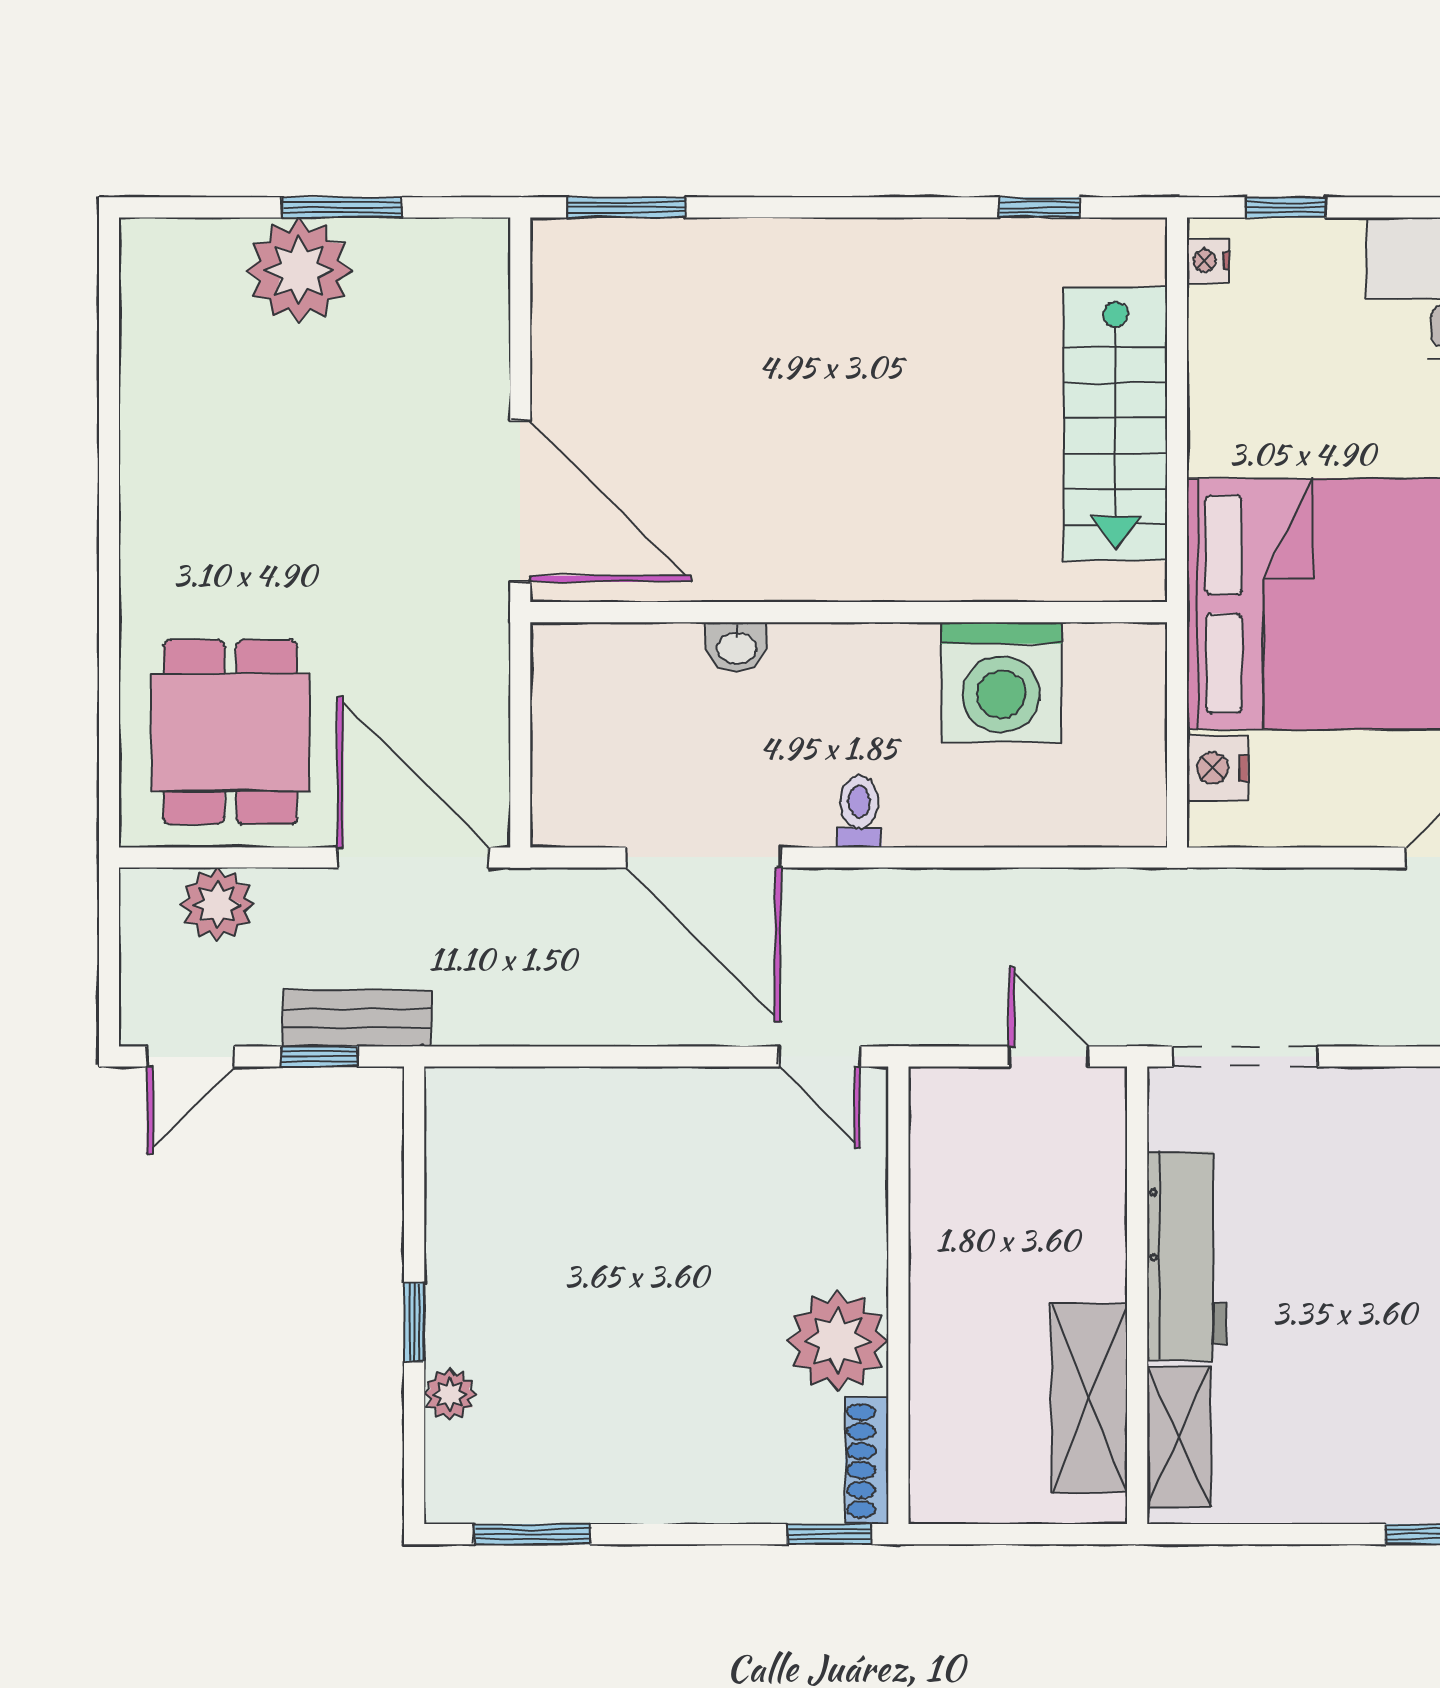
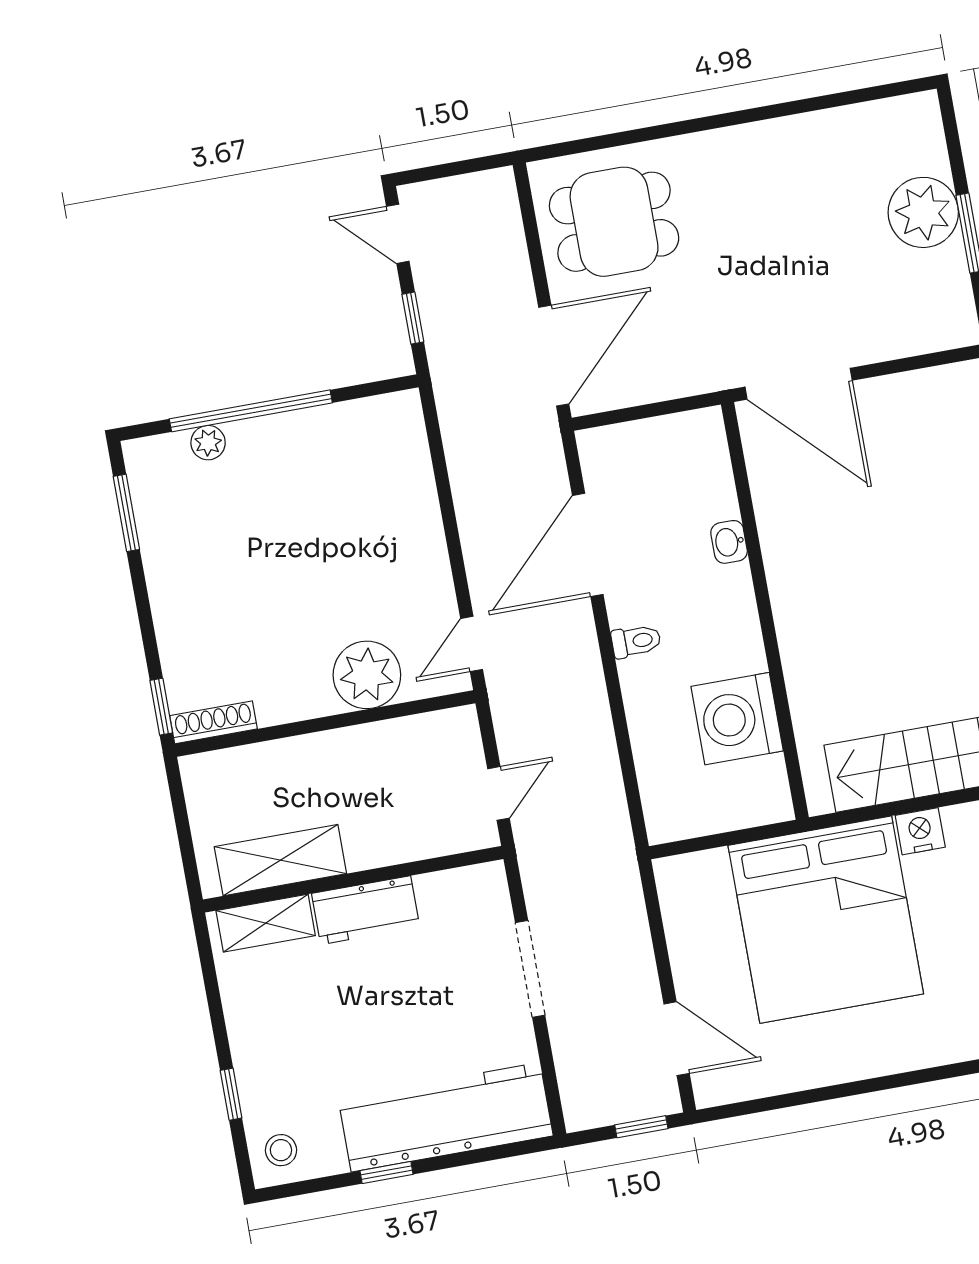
door: (520, 501) -> (799, 384), hinge flipped
nightstand: (1217, 768) -> (920, 831), moved
plant: (217, 904) -> (500, 233), removed
bench: (357, 1018) -> (442, 338), removed
doorway: (1245, 1057) -> (530, 969), moved
workbench: (1186, 1256) -> (366, 910), width x0.73
window: (414, 1322) -> (251, 411), width x3.17
plant: (837, 1341) -> (367, 675), moved

